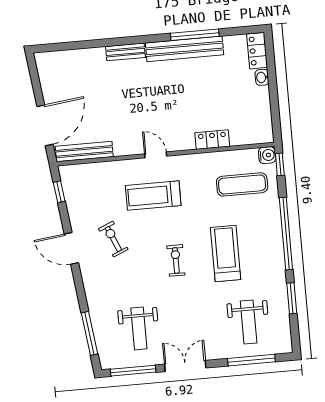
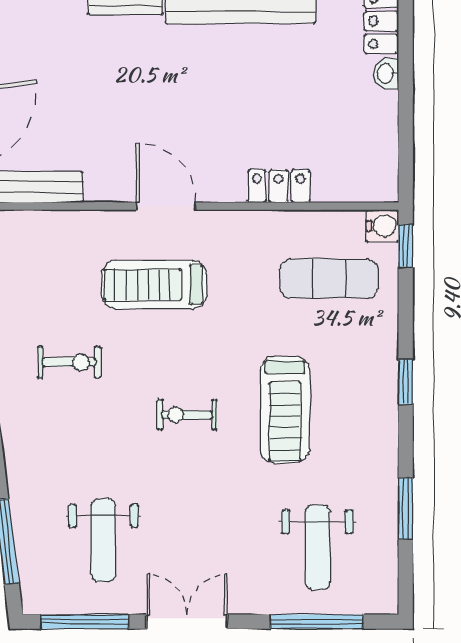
door: (156, 155) -> (166, 206), width x1.37
window: (286, 234) -> (406, 382), width x0.32
exercise bike: (113, 239) -> (69, 362), turned 113
treadmill: (226, 253) -> (285, 410), turned 180
exercise bike: (176, 260) -> (187, 415), turned -90

